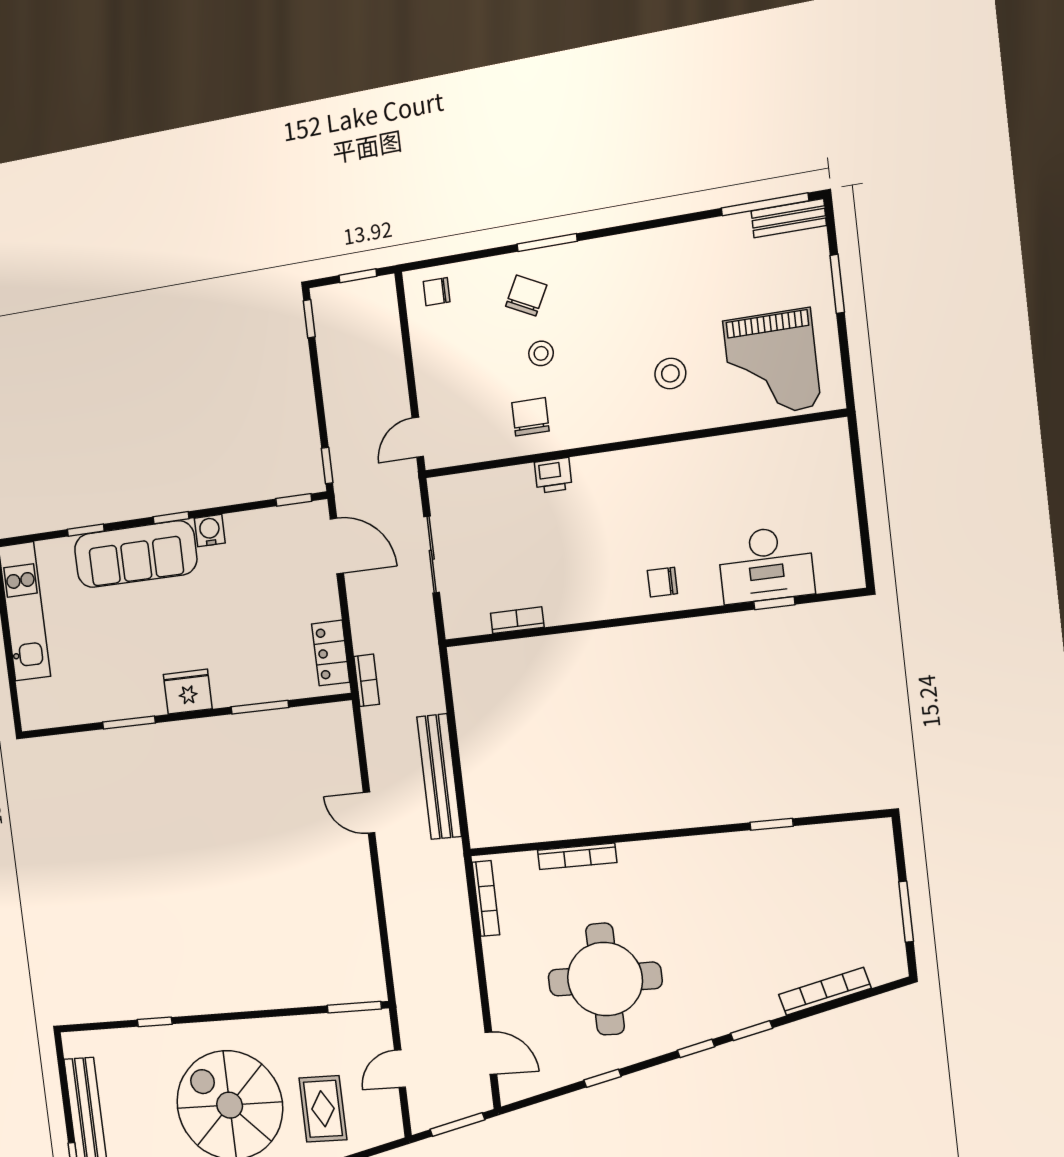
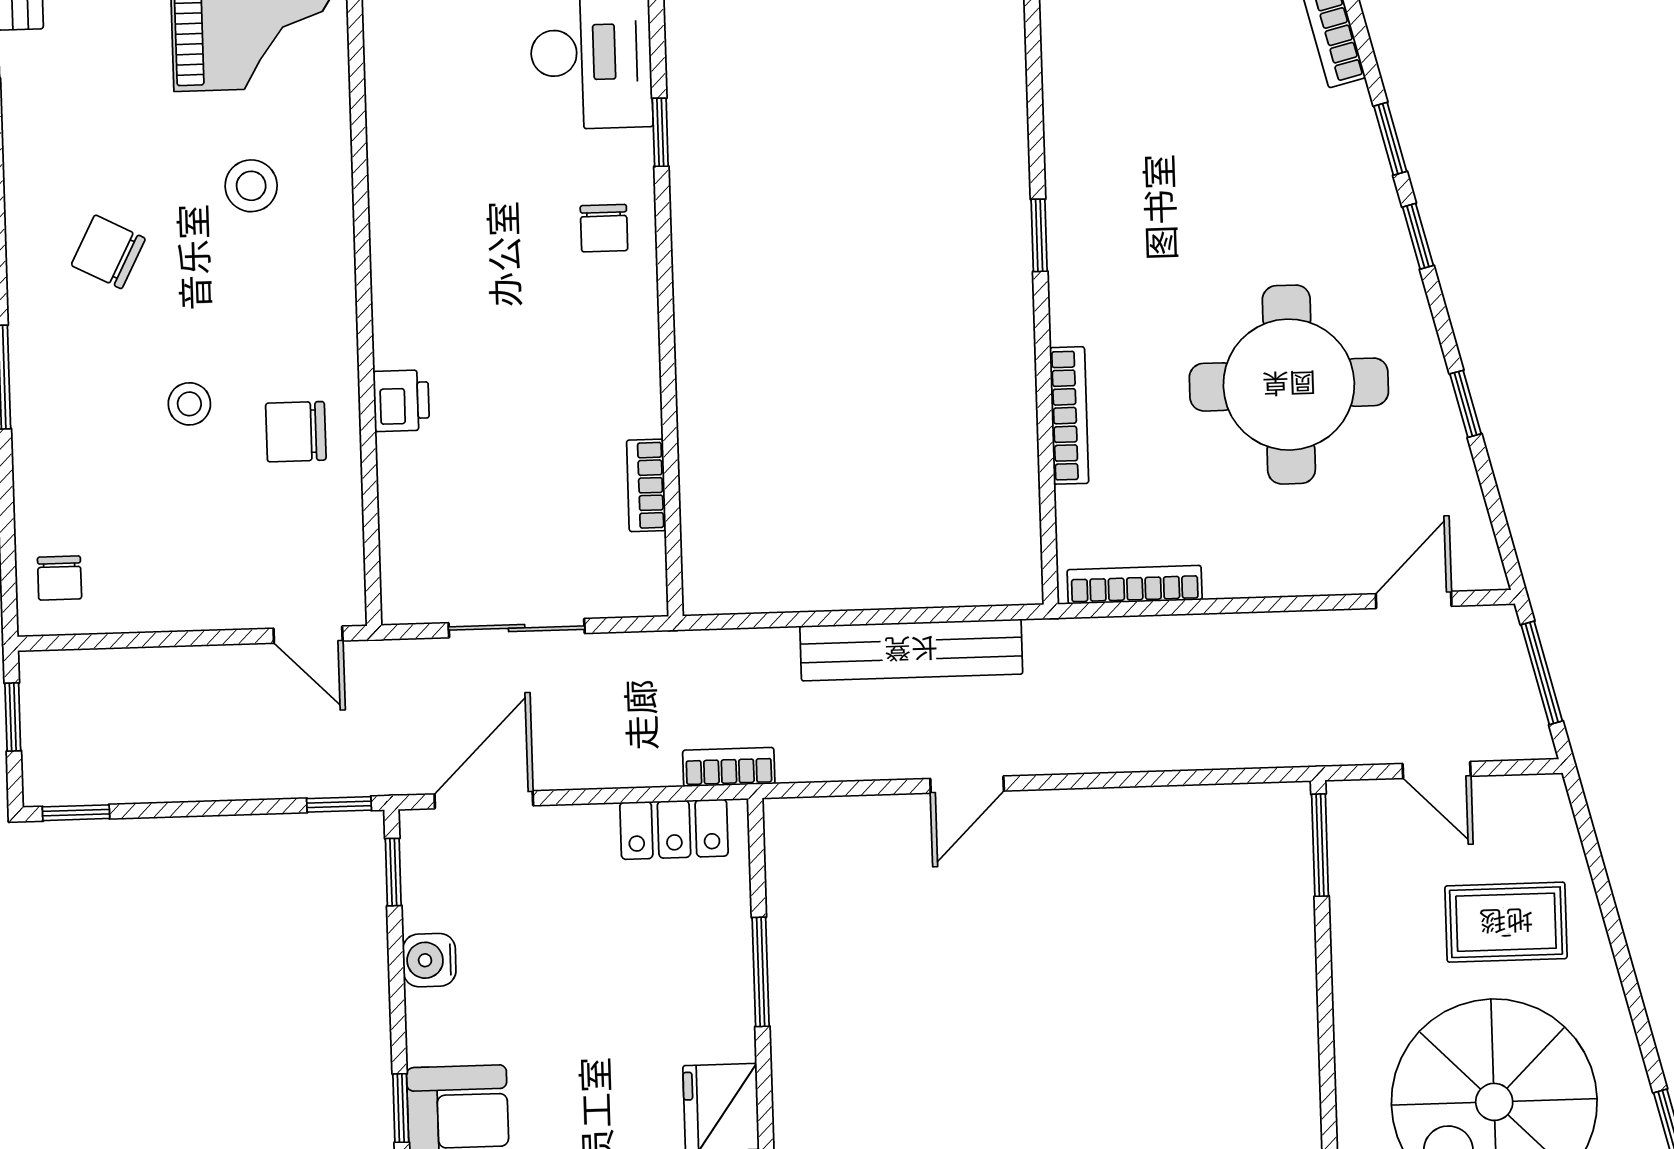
chair: (526, 296) -> (108, 252), moved
water cooler: (210, 531) -> (429, 960), moved
window: (774, 603) -> (660, 132), moved
window: (772, 824) -> (1039, 235), moved

